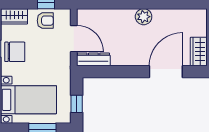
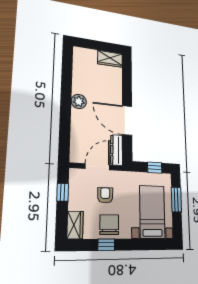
armchair: (45, 21) -> (105, 195), moved
door: (166, 72) -> (127, 120), moved

